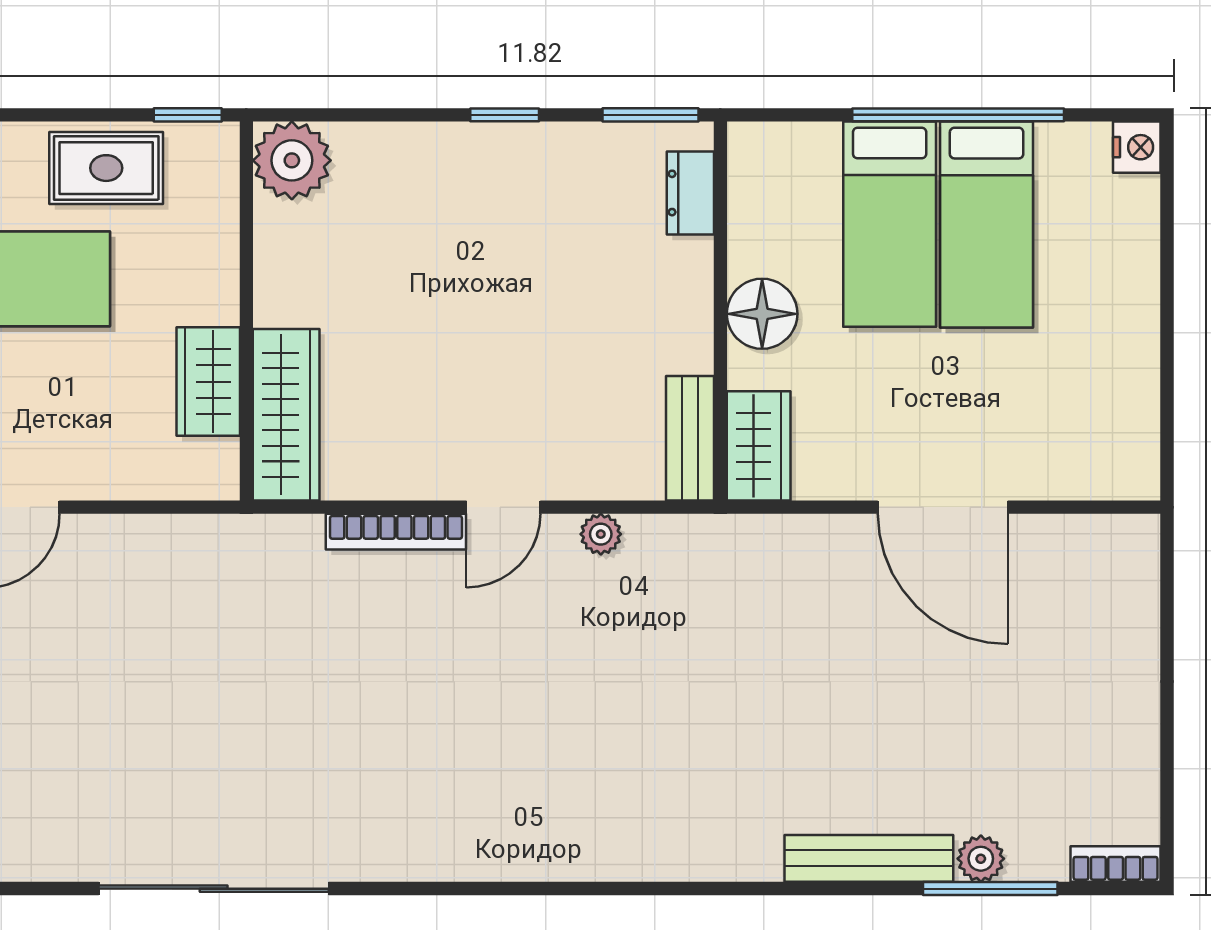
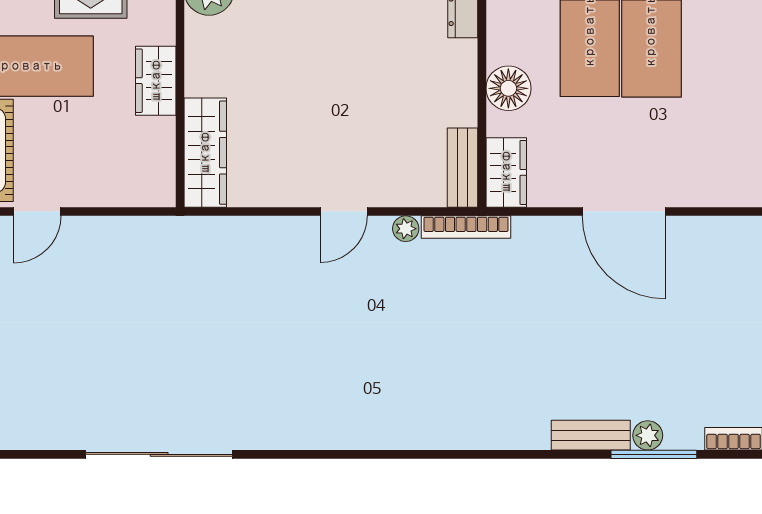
wardrobe: (208, 382) -> (156, 81), moved
bookcase: (396, 532) -> (466, 227), moved
bench: (869, 858) -> (591, 435), width x0.73

